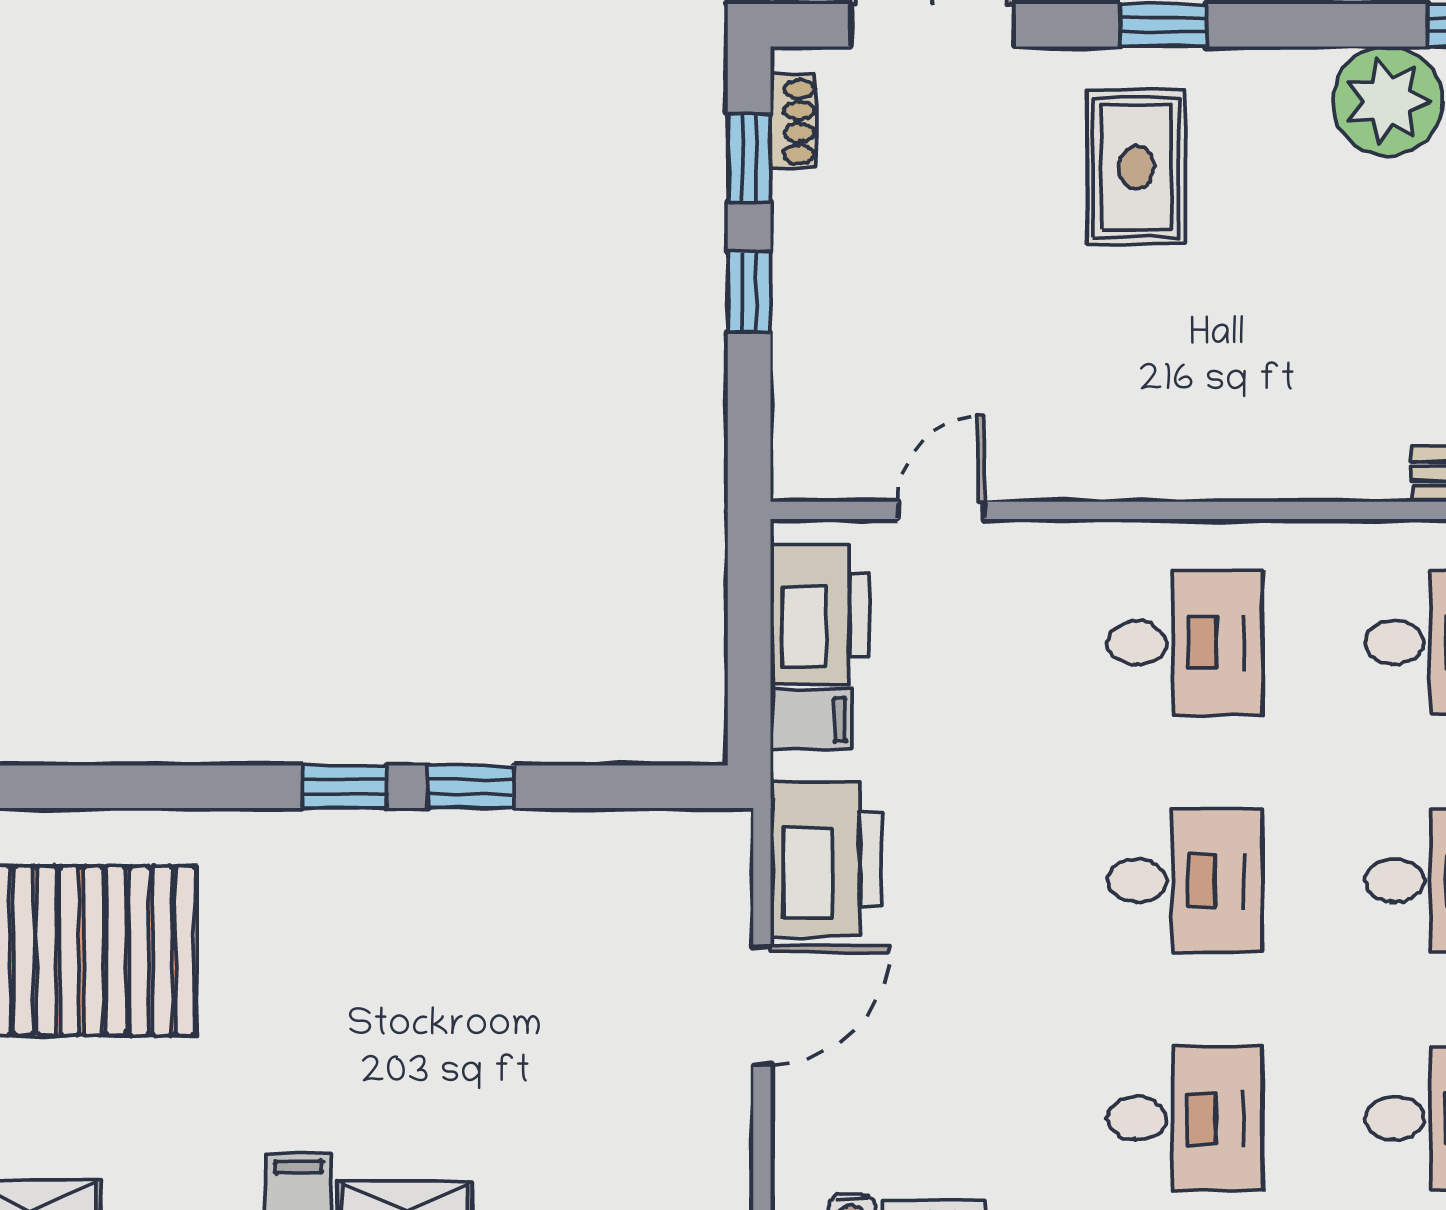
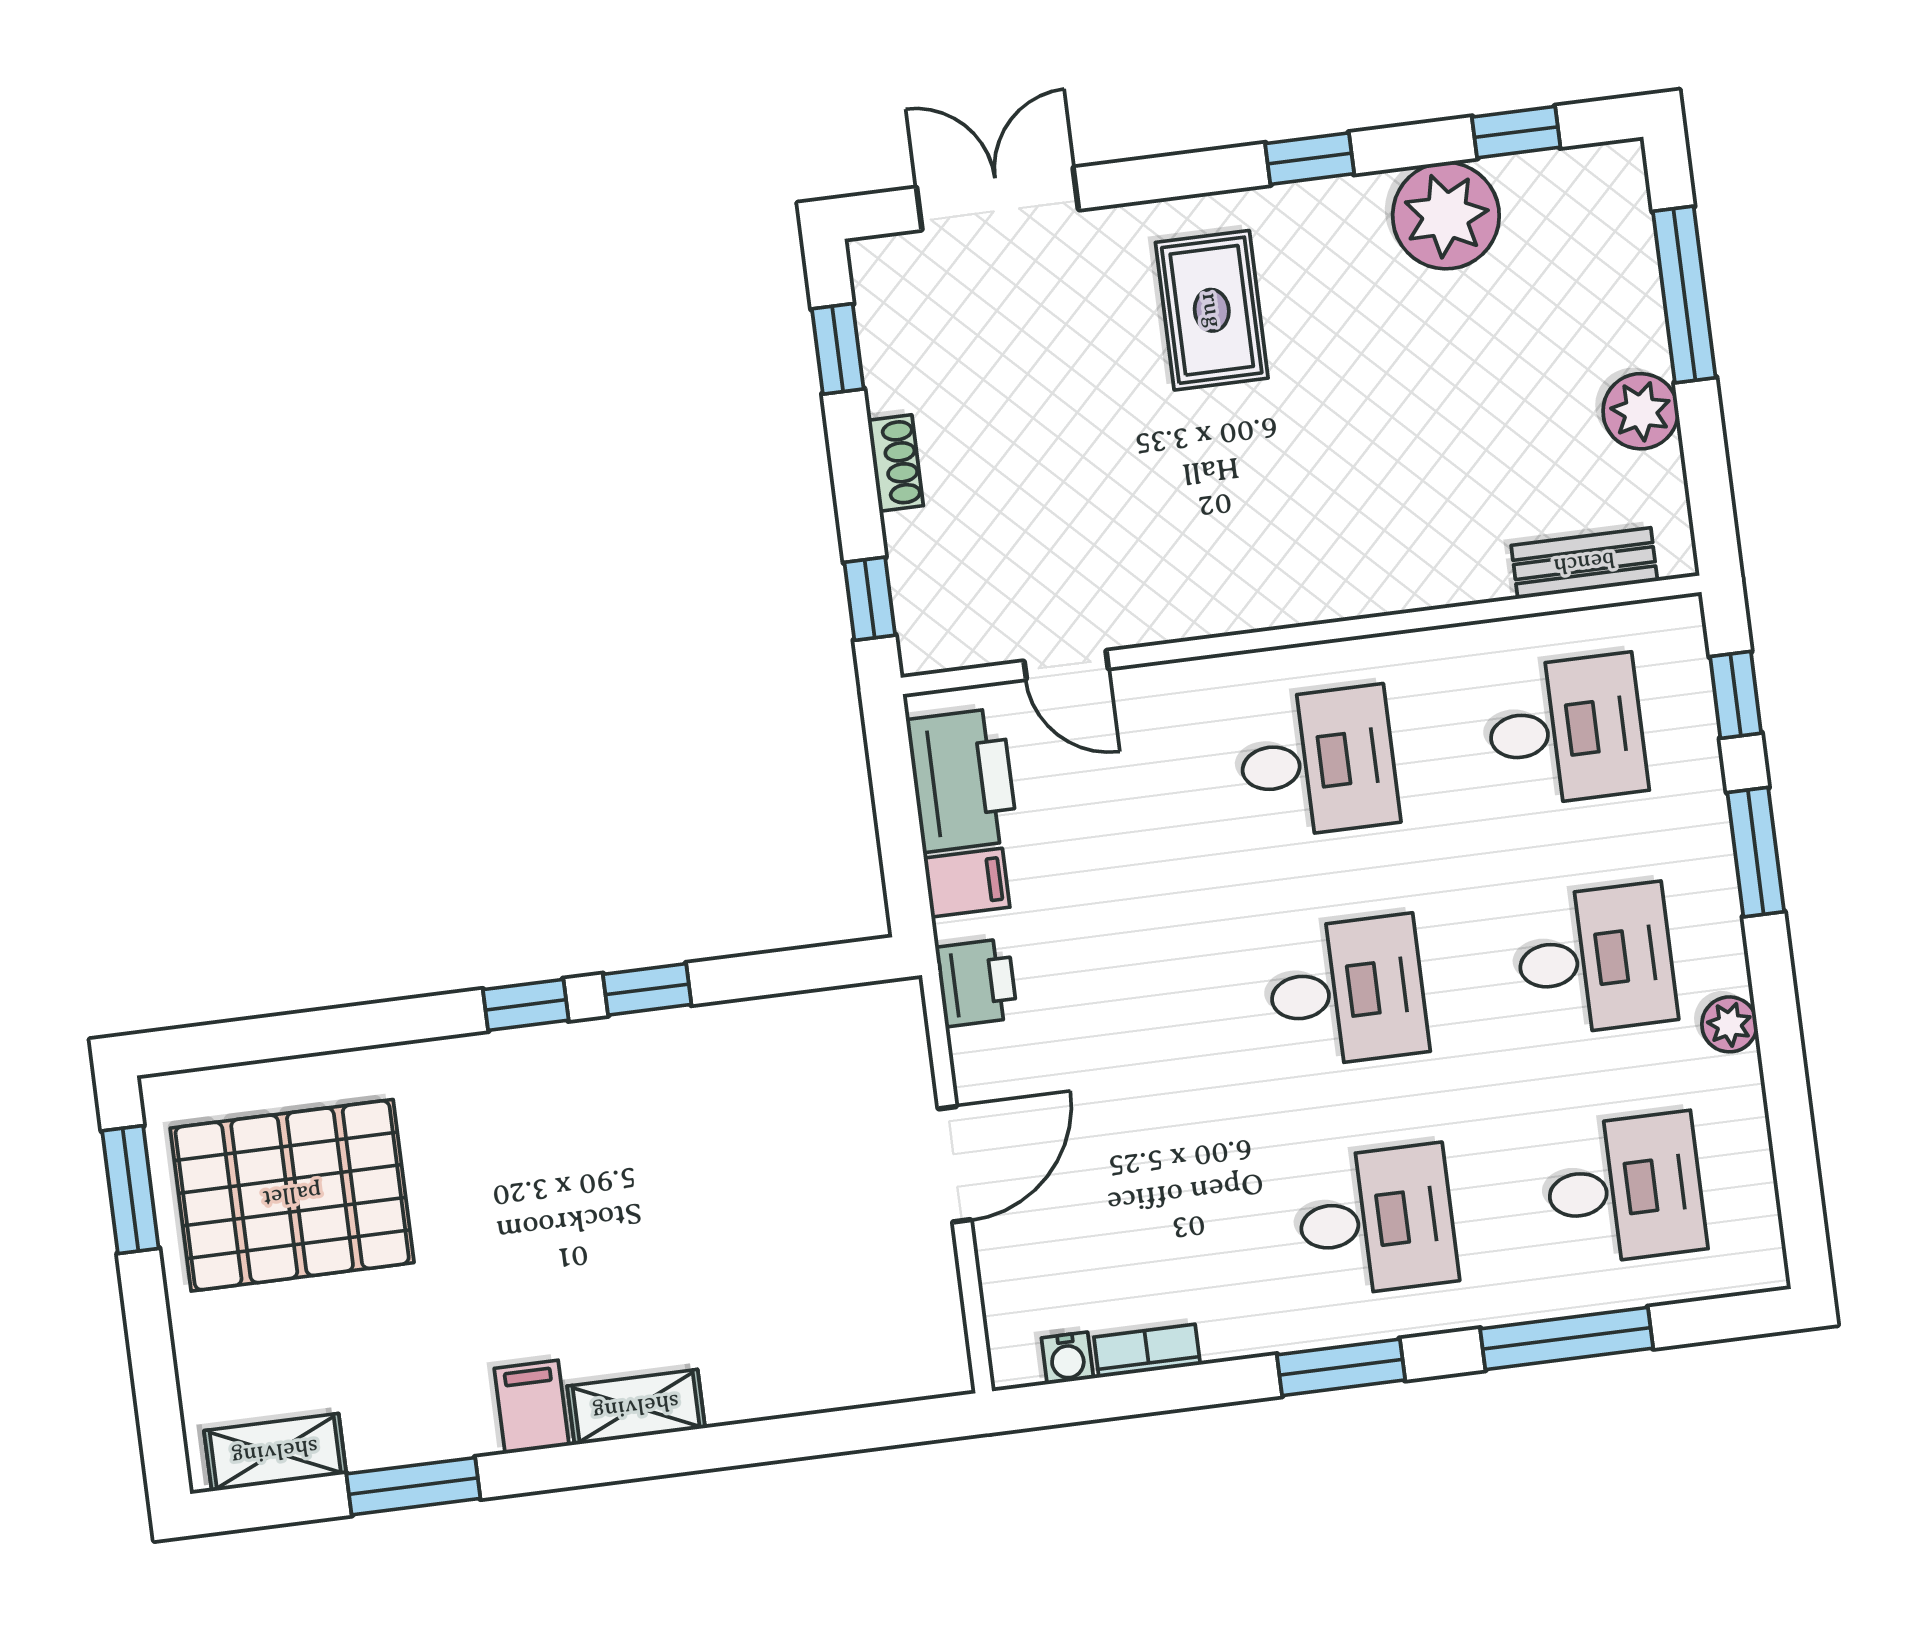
window: (1163, 25) -> (1310, 159), moved
shoe rack: (793, 122) -> (896, 463), moved
window: (749, 292) -> (870, 599), moved
door: (941, 510) -> (1066, 665), swing flipped
printer: (826, 859) -> (976, 983), width x0.53, depth x0.68

